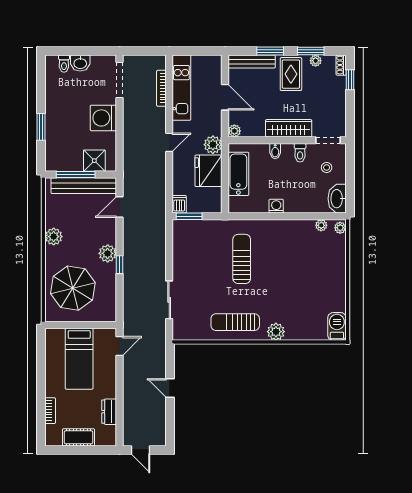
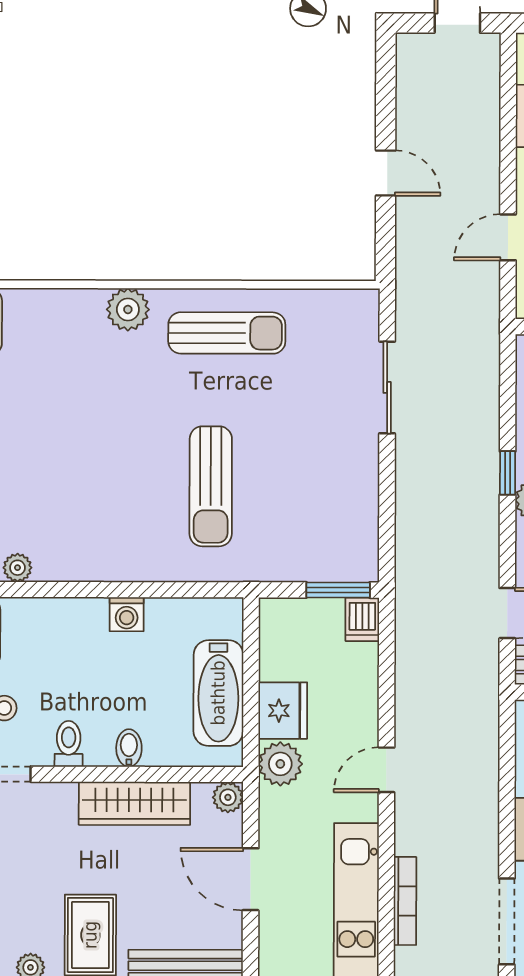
wardrobe: (289, 128) -> (134, 803), moved
fridge: (208, 171) -> (283, 711), width x0.73, depth x0.75
door: (119, 346) -> (508, 237), moved

